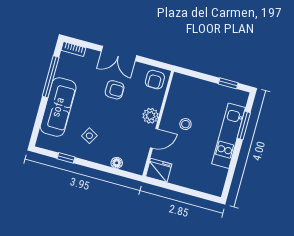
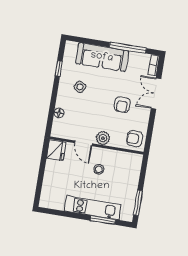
double door: (119, 53) -> (156, 94), moved
window: (228, 83) -> (138, 203), width x1.50

